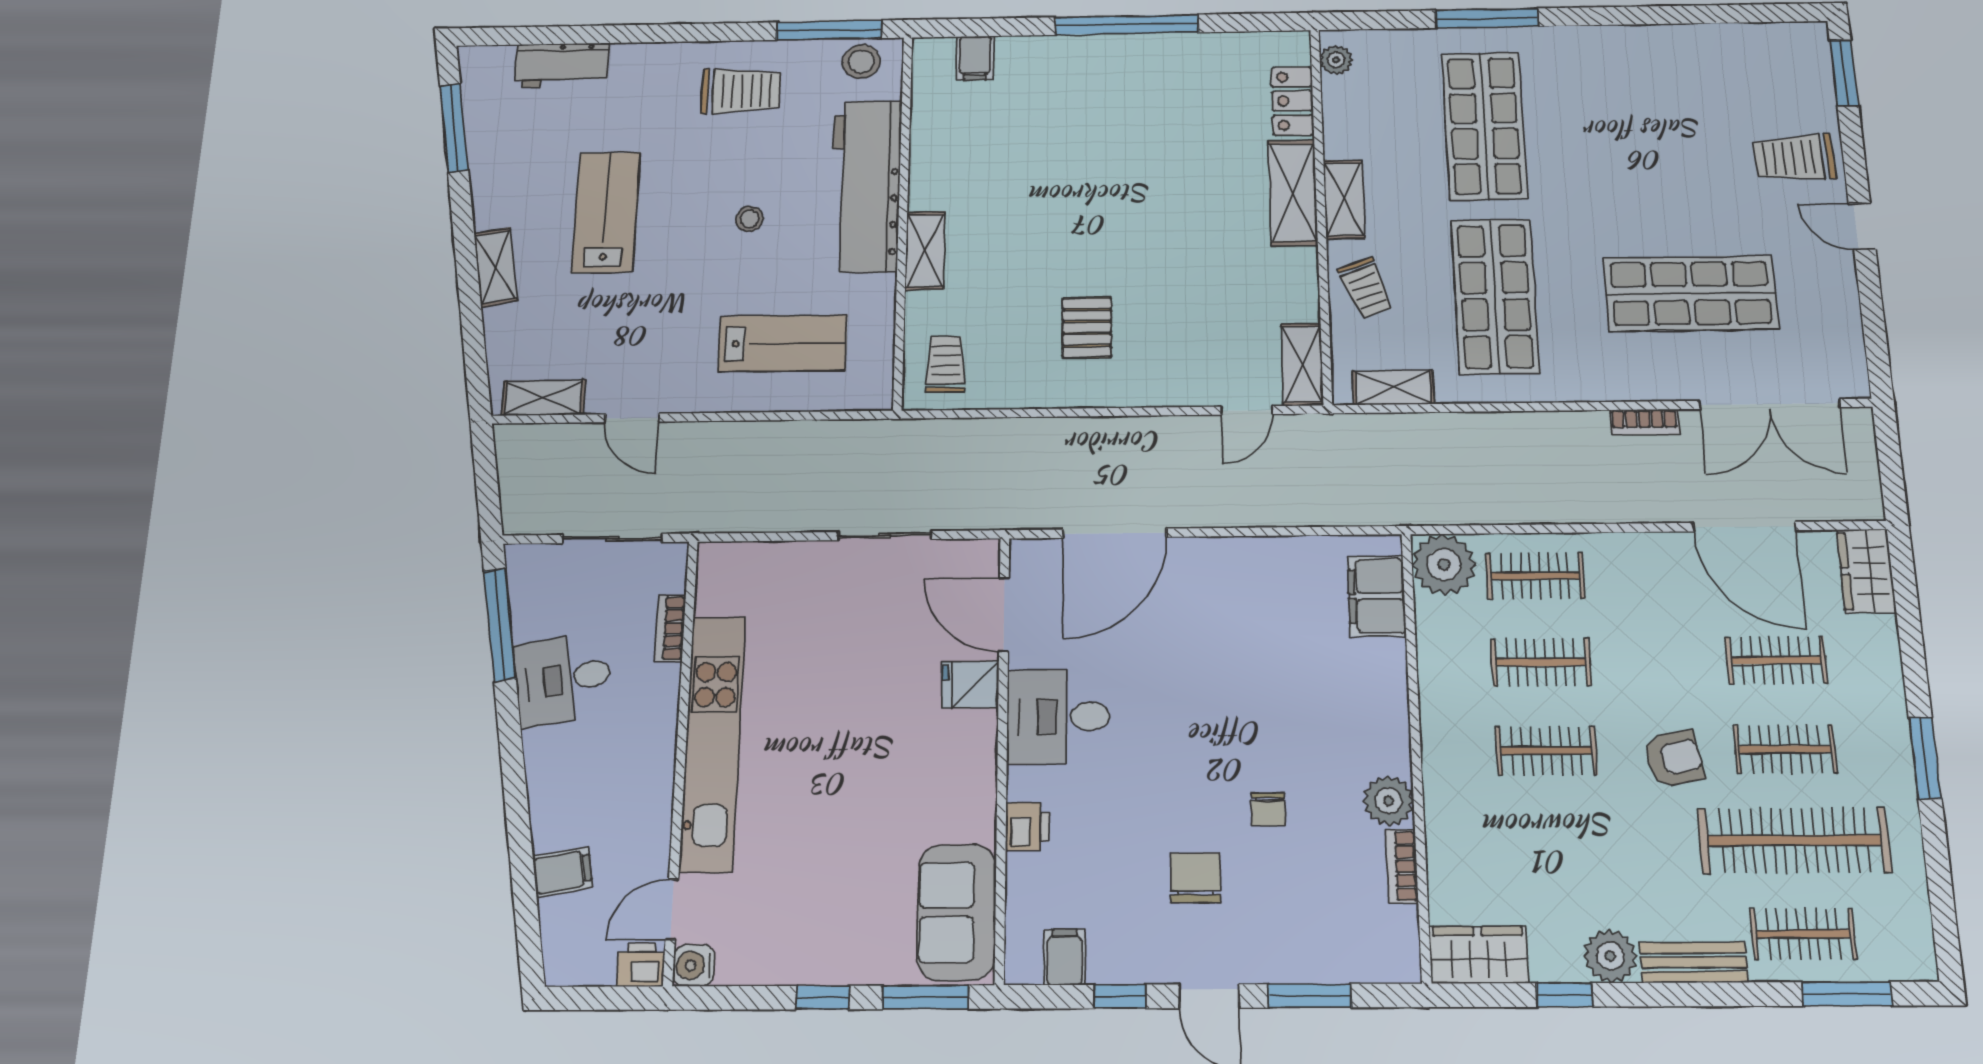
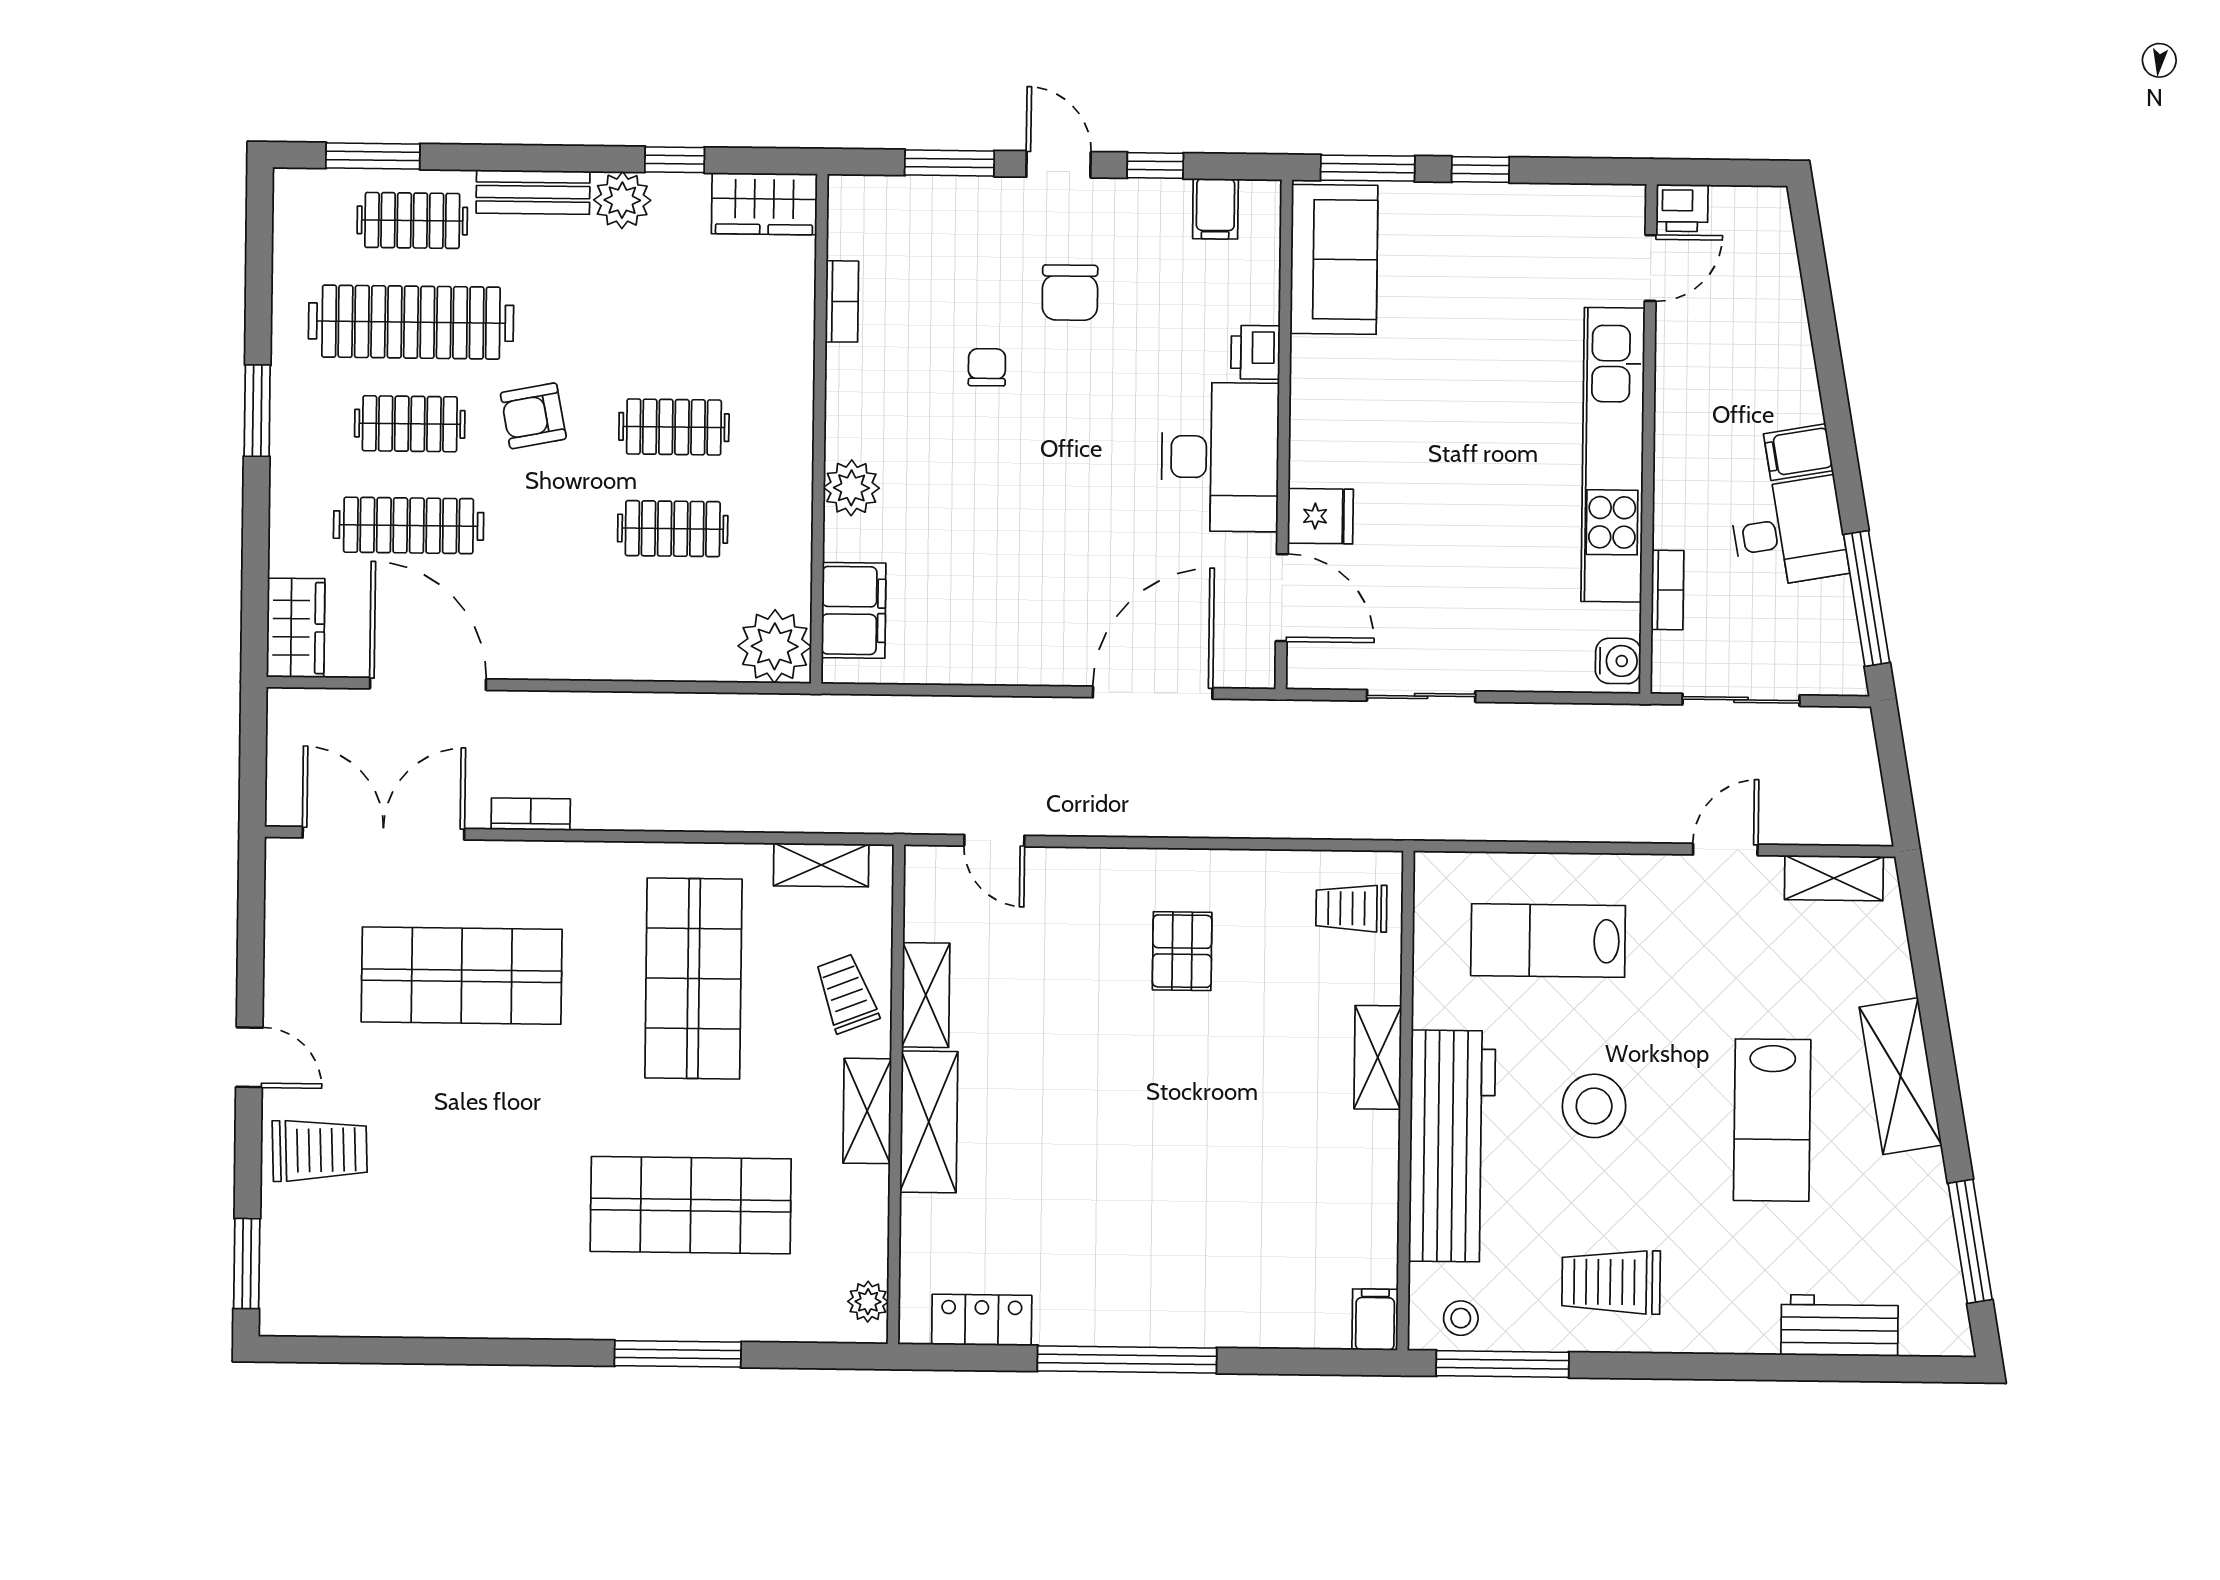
filing cabinet: (975, 58) -> (1375, 1320), moved
stool: (861, 62) -> (1461, 1318), width x0.73, depth x0.73
locker: (1292, 101) -> (982, 1320), moved, turned -90
shop shelf: (1485, 126) -> (691, 1205), turned 90
stool: (750, 219) -> (1594, 1106), width x1.89, depth x1.89
shelving: (496, 267) -> (1901, 1076), width x1.50, depth x1.33
trolley: (946, 364) -> (1351, 908), turned 90
shelving: (1302, 364) -> (926, 995), moved
door: (1247, 410) -> (994, 841), swing flipped
door: (632, 418) -> (1725, 850), hinge flipped
clothes rail: (1535, 576) -> (671, 630), removed
clothes rail: (1776, 660) -> (409, 525), width x1.36
desk: (1058, 717) -> (1220, 457), width x1.37
plant: (1389, 801) -> (851, 488), moved
filing cabinet: (562, 872) -> (1798, 452), moved
water cooler: (694, 965) -> (1618, 661), moved

